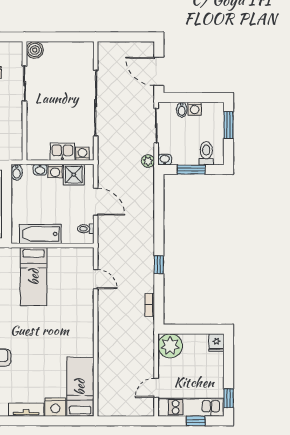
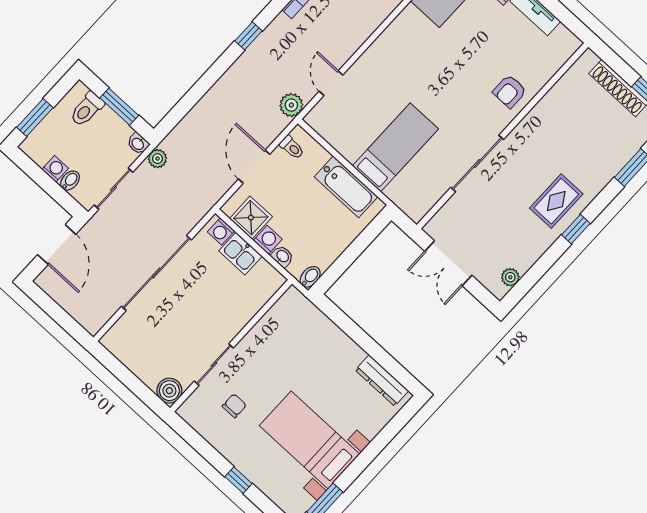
plant: (105, 250) -> (291, 105), added

